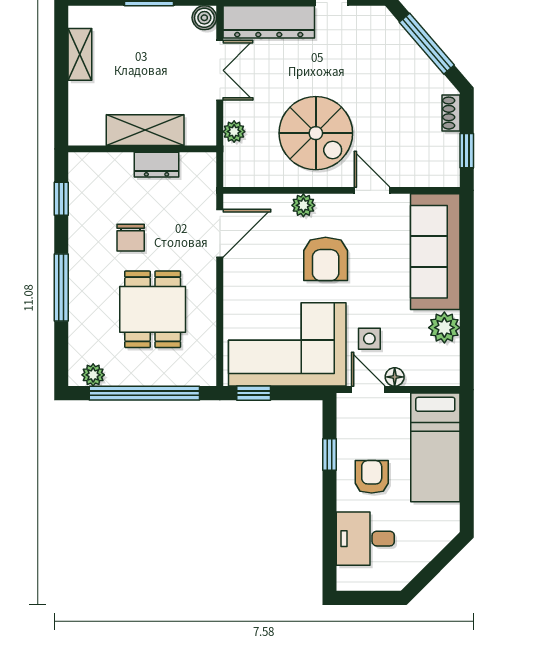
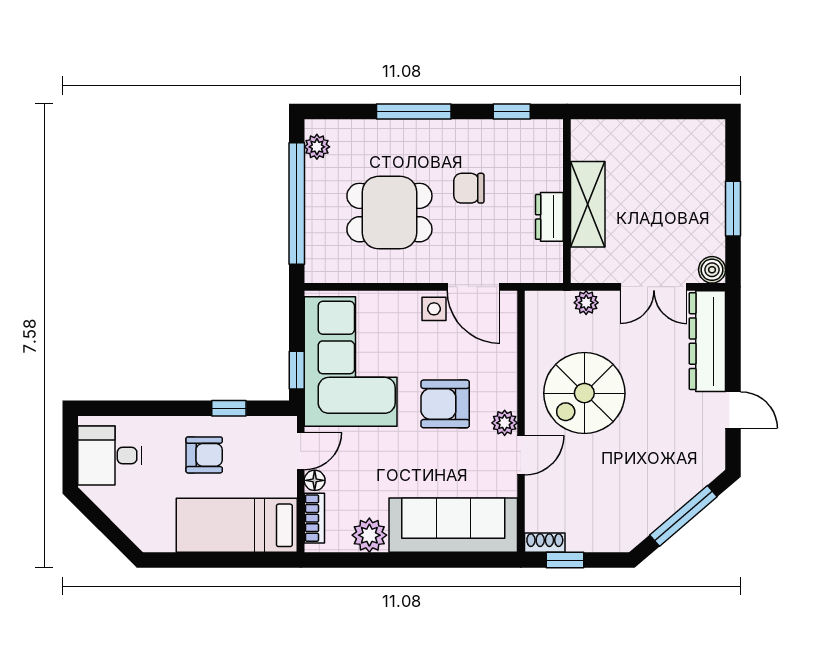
shelving: (80, 54) -> (671, 132), removed
shoe rack: (451, 113) -> (545, 543), moved
plant: (303, 205) -> (505, 423), moved
side table: (369, 339) -> (434, 309), moved
bookcase: (429, 377) -> (314, 518), added
window: (254, 393) -> (297, 370), moved
desk: (365, 539) -> (110, 456), moved, turned -90

